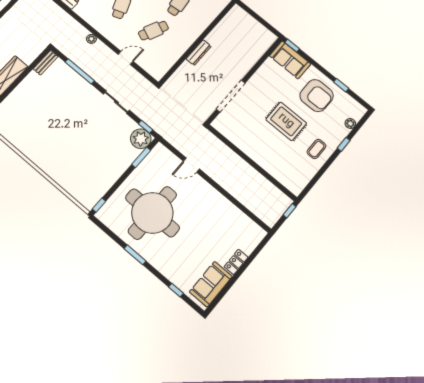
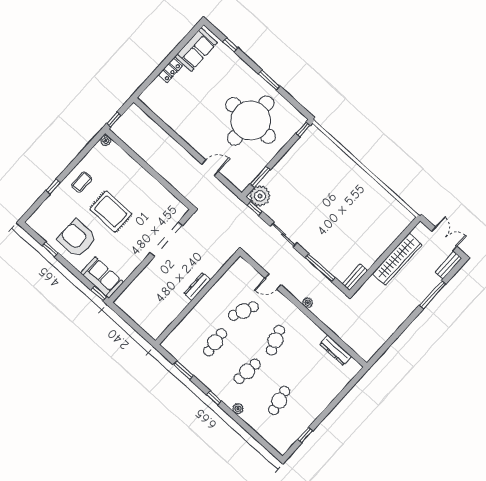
plant: (350, 124) -> (106, 141), moved

